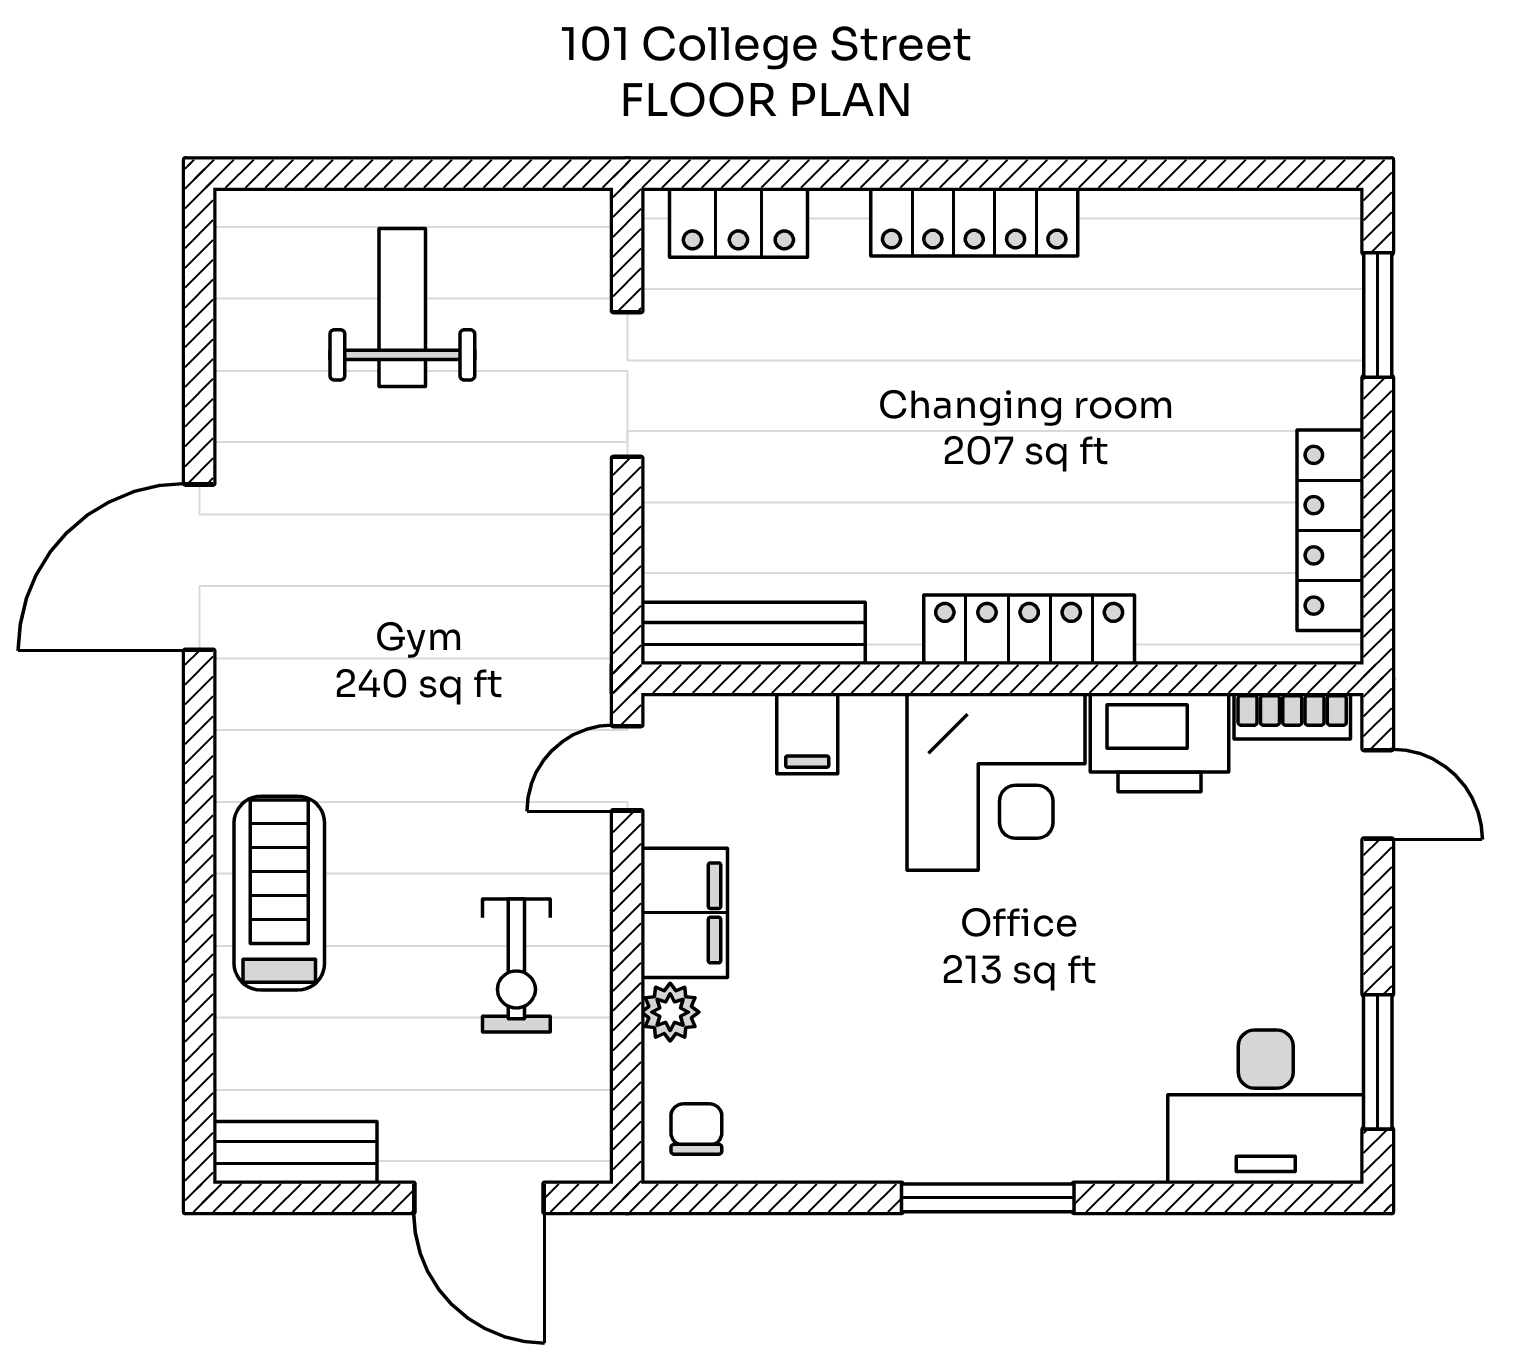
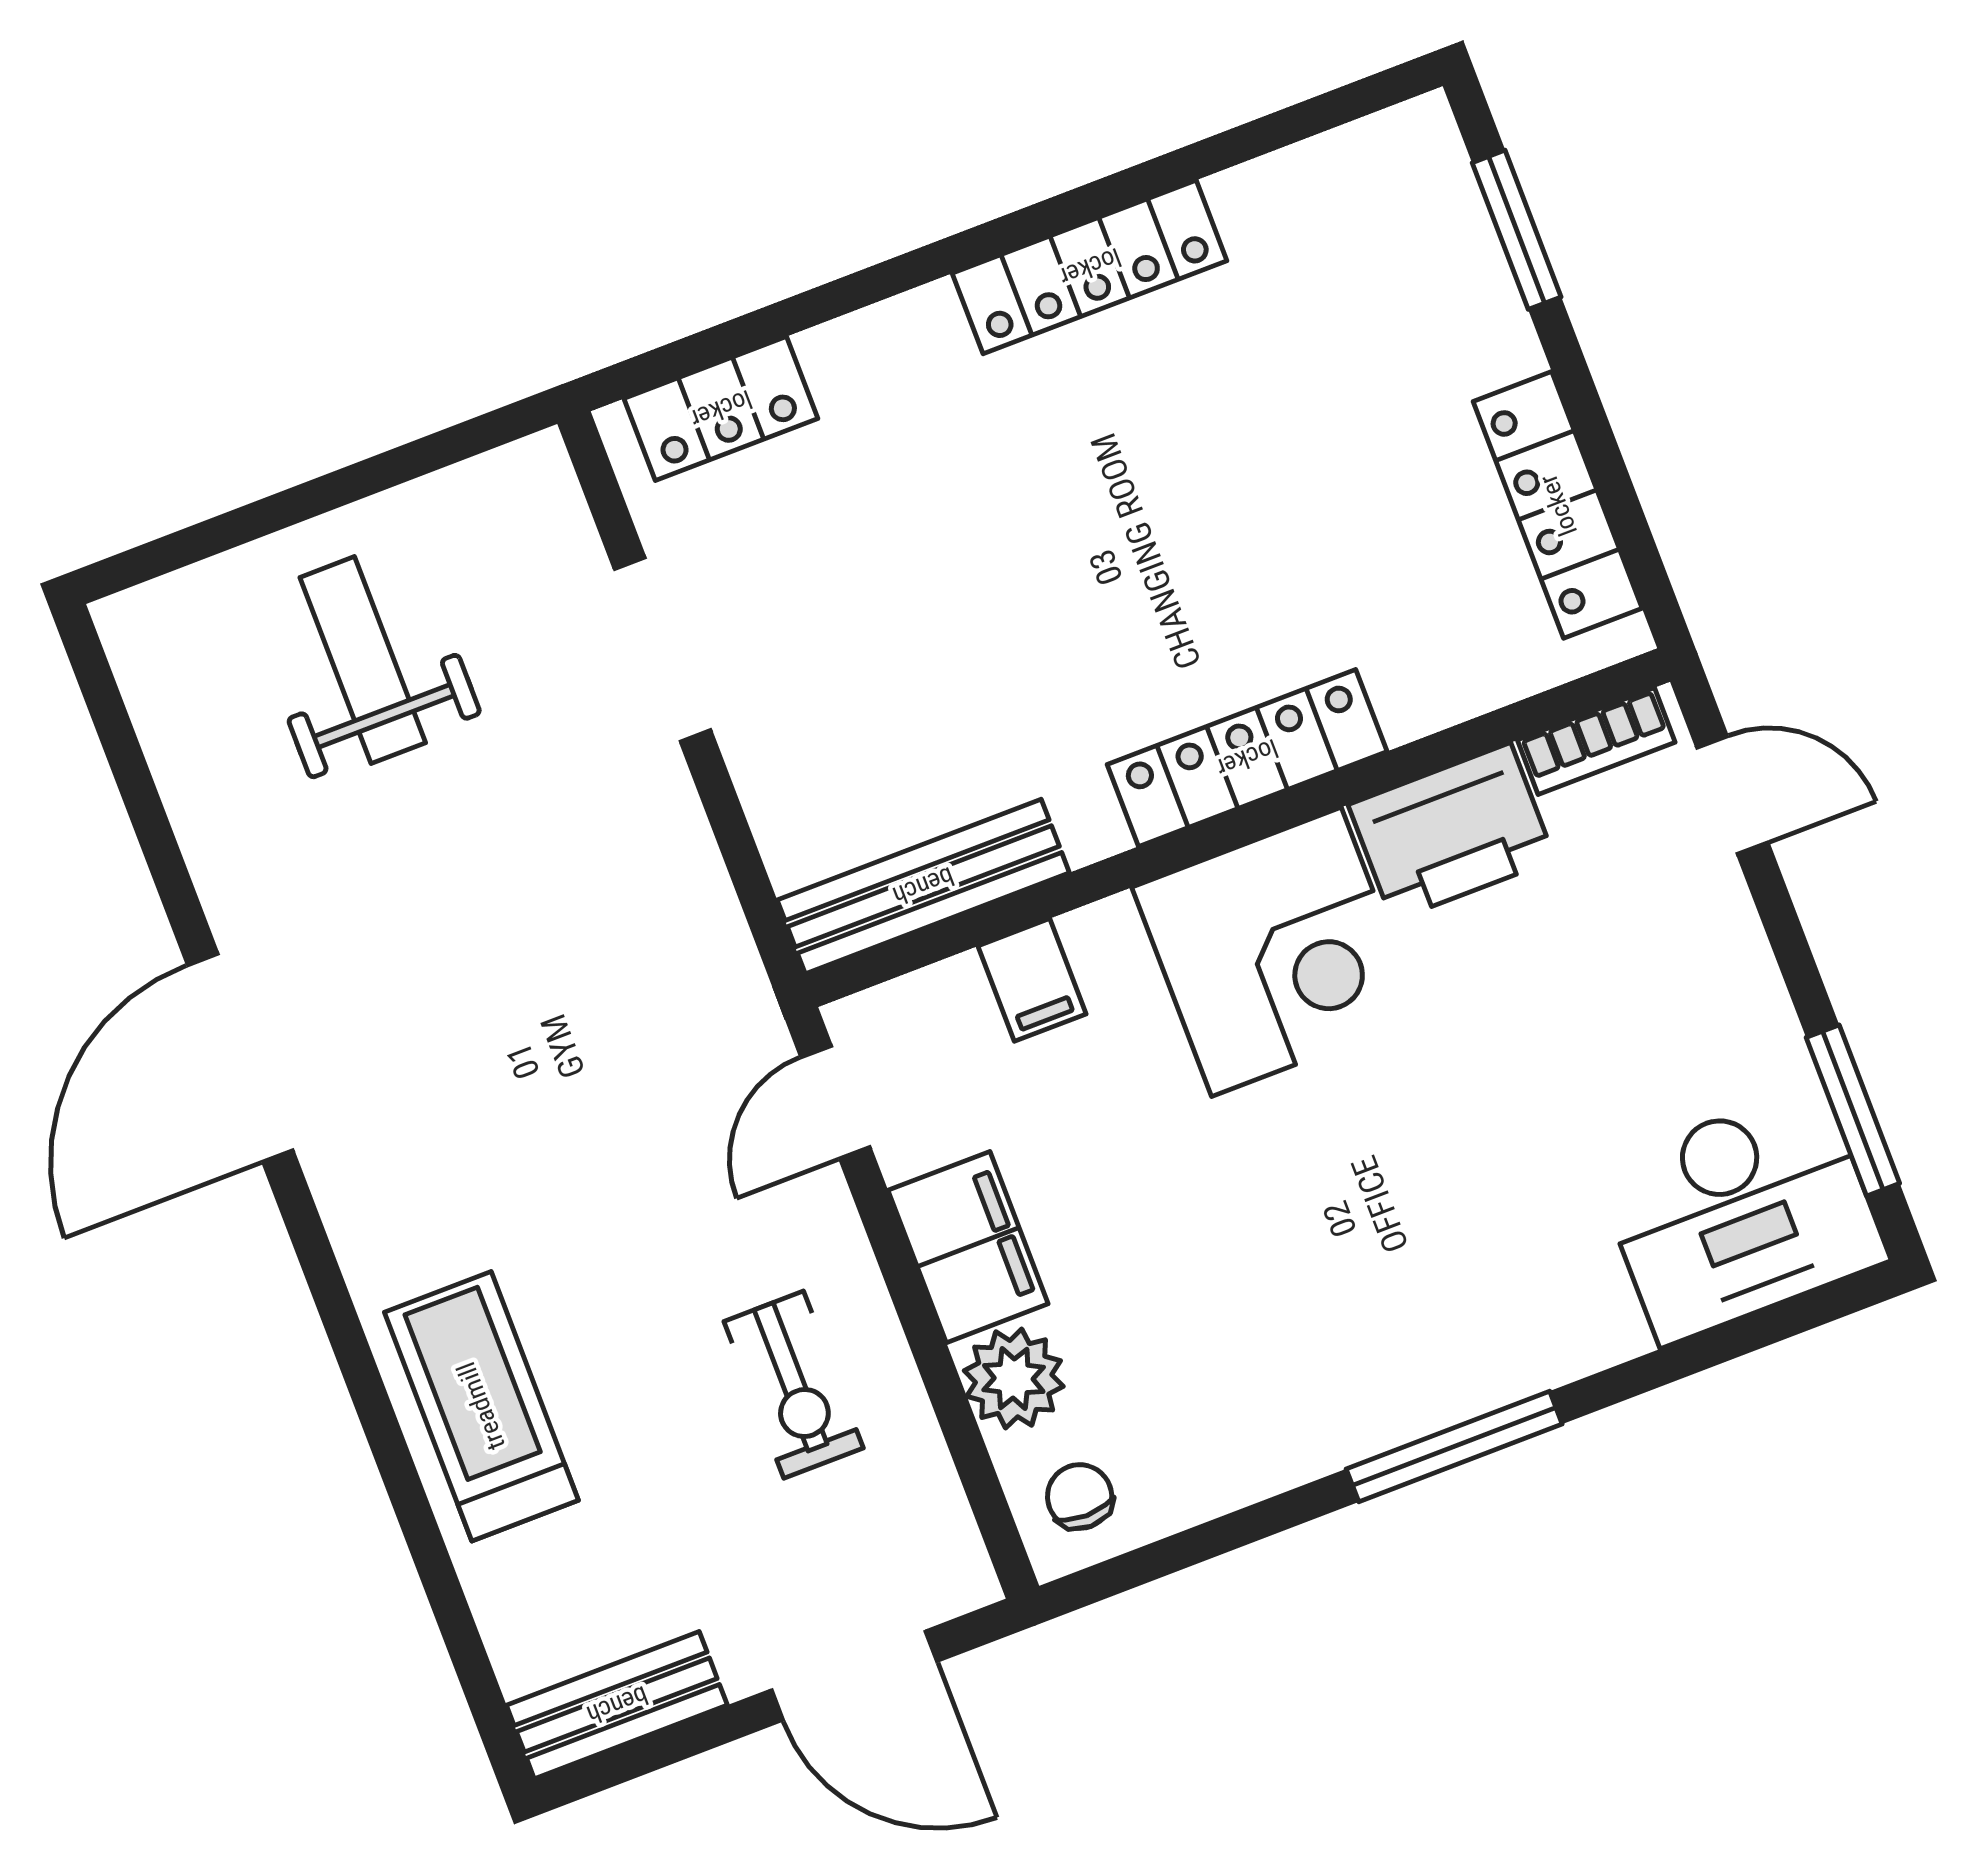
locker: (974, 222) -> (1090, 267), moved
plant: (670, 1012) -> (1014, 1379), width x1.38, depth x1.38

